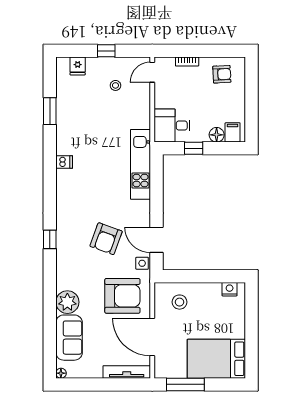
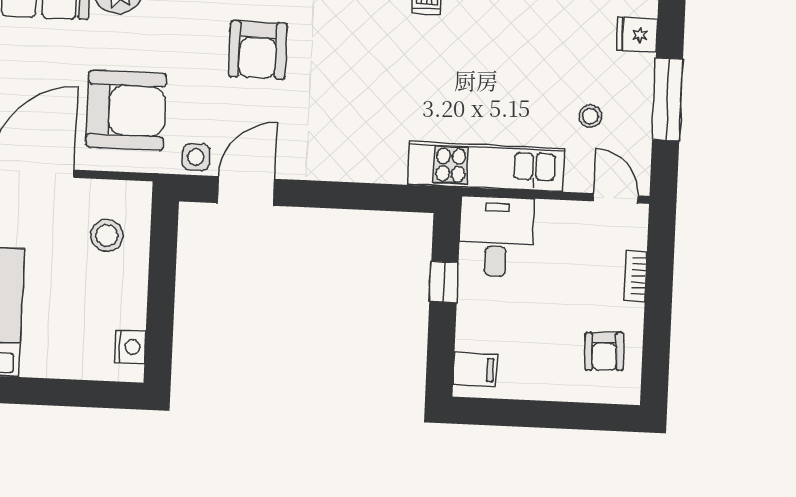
window: (106, 51) -> (667, 99), width x2.17
floor lamp: (217, 135) -> (471, 334), removed
kitchen unit: (140, 164) -> (486, 167), moved
armchair: (106, 239) -> (258, 50), moved, turned -110
armchair: (122, 296) -> (126, 110), turned -90

